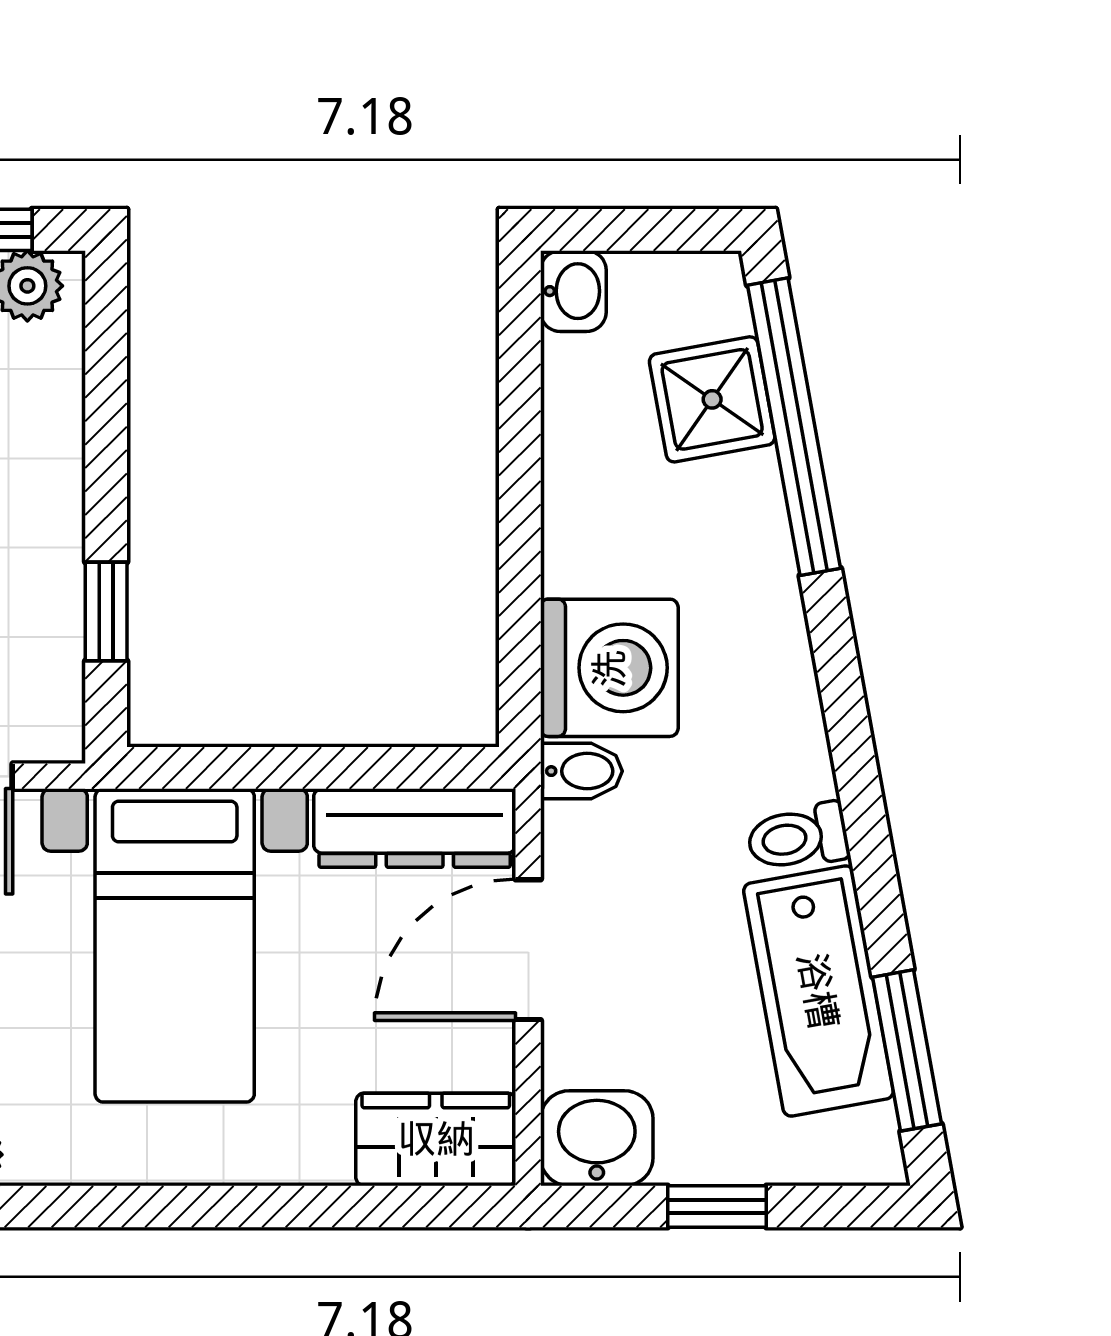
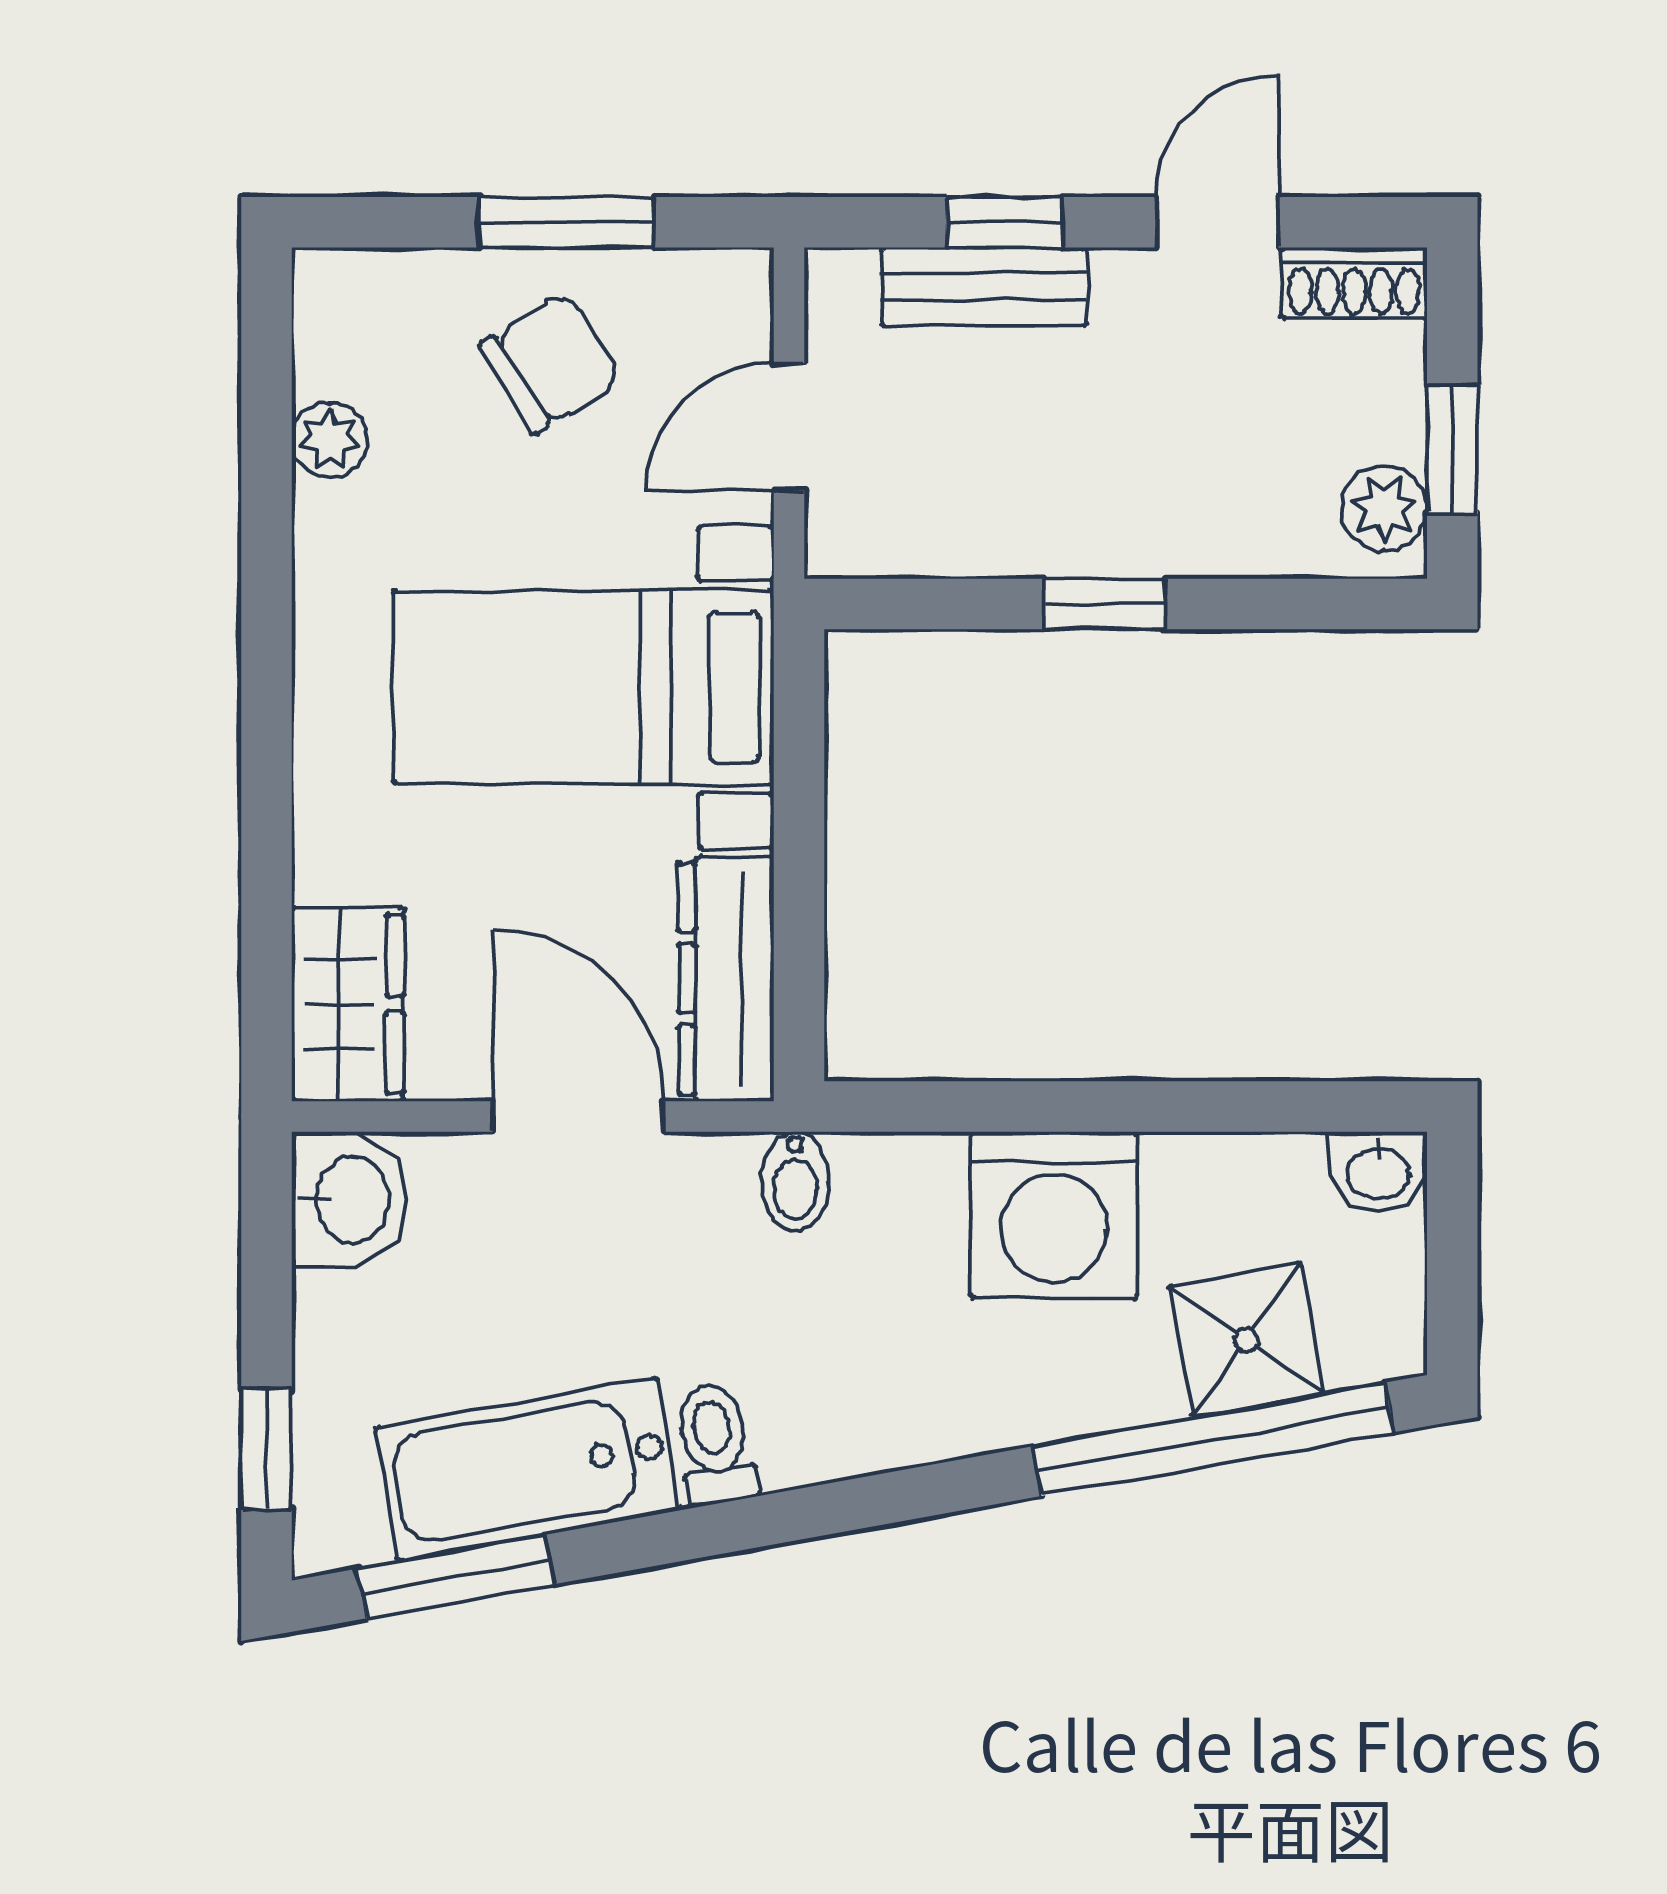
window: (106, 612) -> (1105, 604), moved
washing machine: (609, 668) -> (1054, 1215), moved
window: (717, 1206) -> (267, 1449), moved

